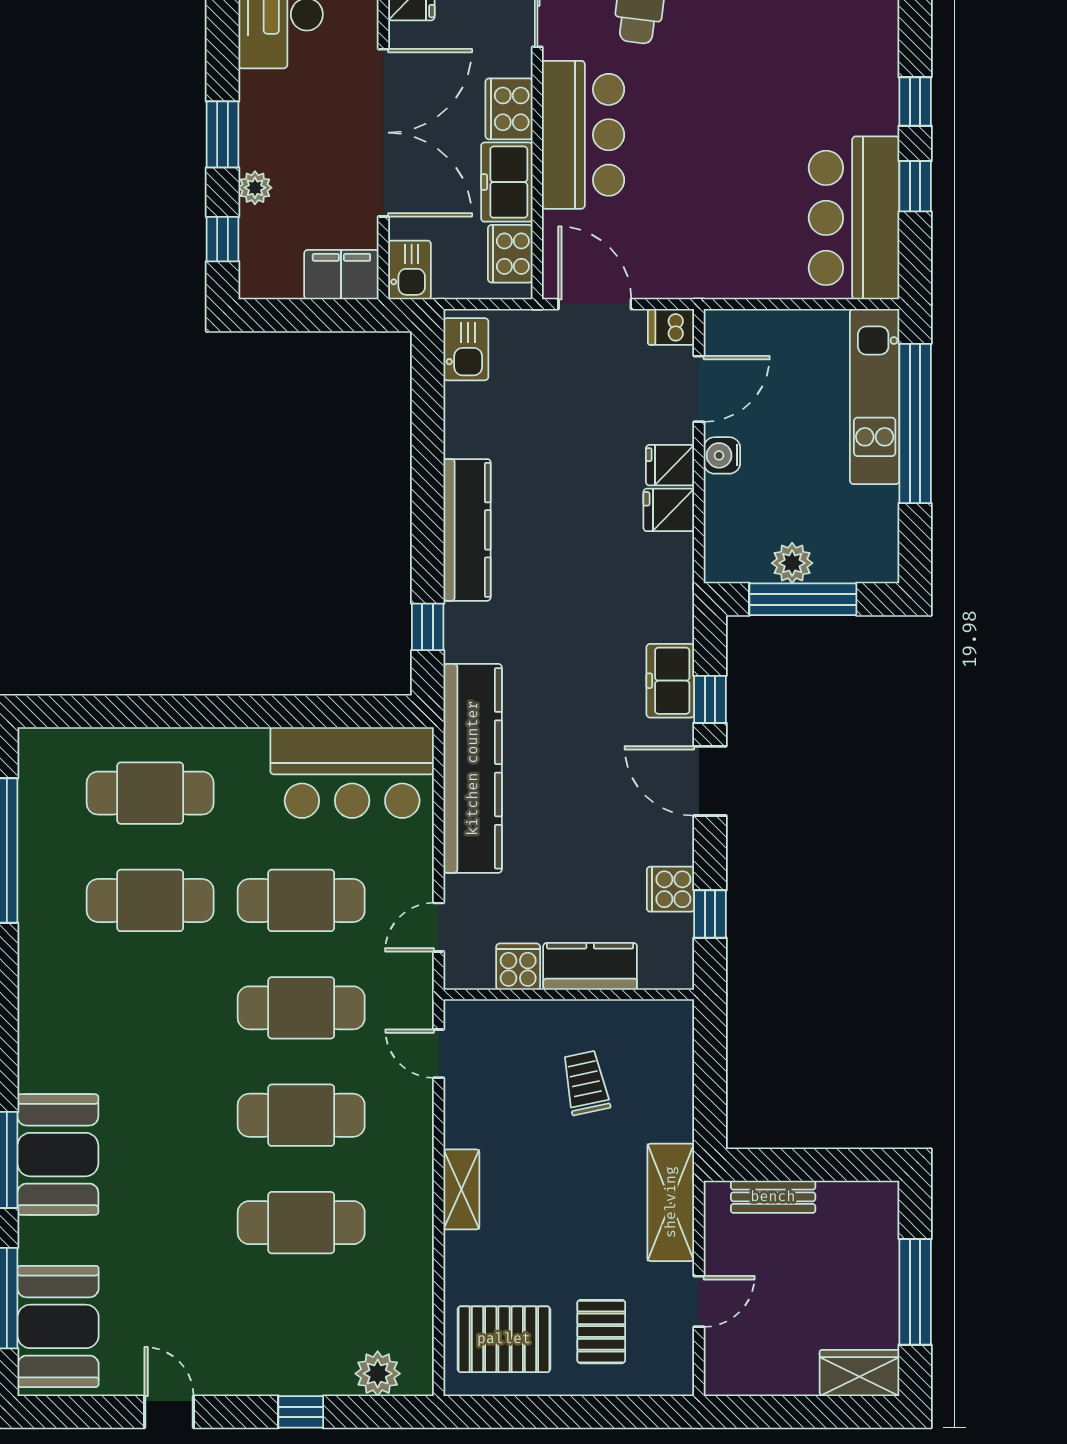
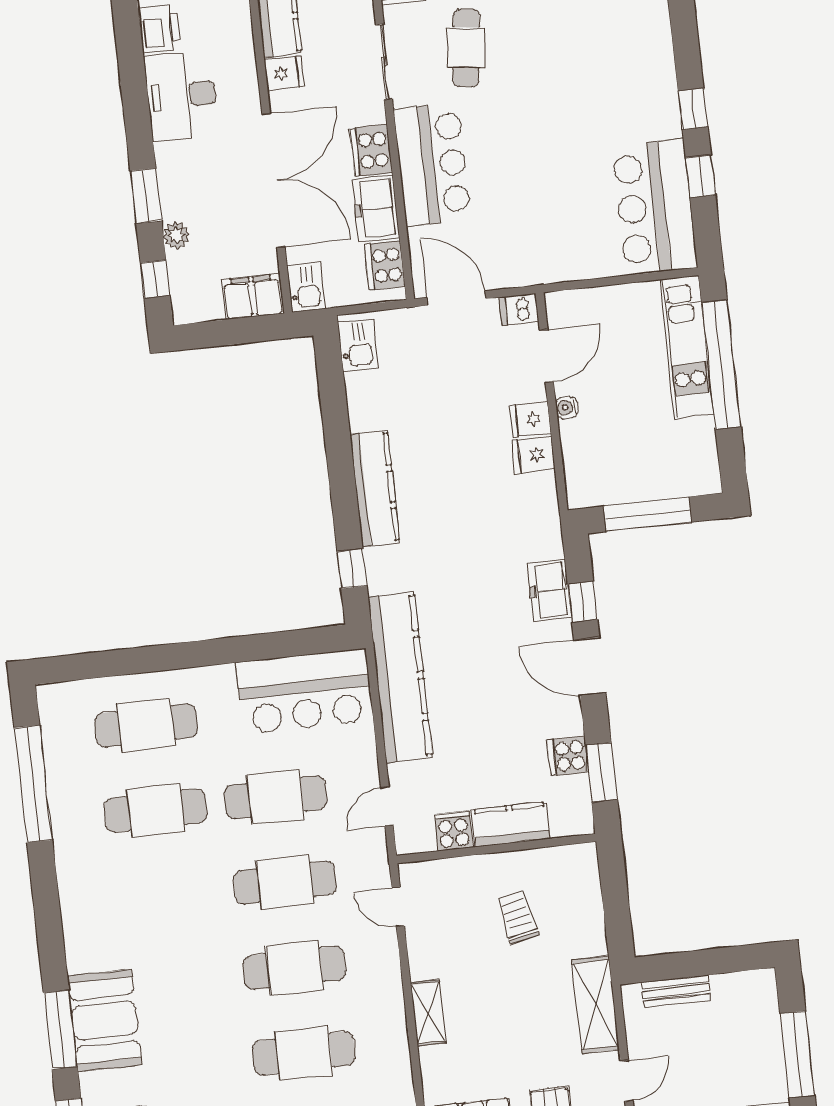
water cooler: (722, 455) -> (567, 407), width x0.72, depth x0.72
plant: (792, 563) -> (636, 486), removed
window: (710, 914) -> (601, 772), width x1.50

